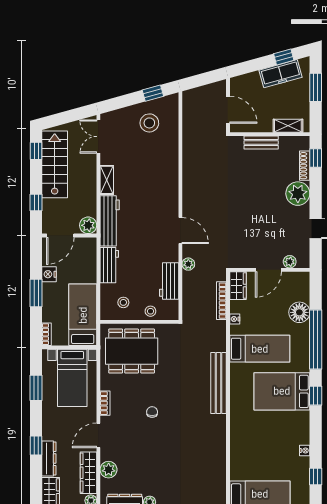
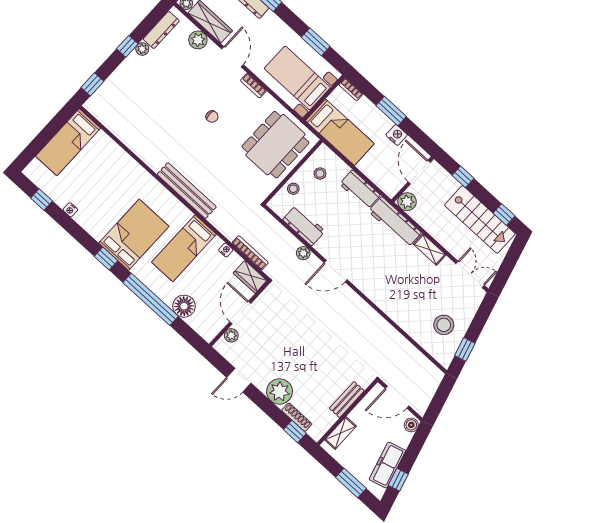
boiler: (238, 82) -> (411, 425), added

